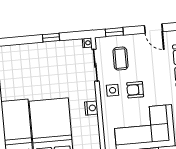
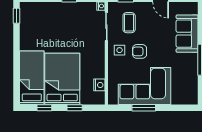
nightstand: (91, 108) -> (99, 85), moved

